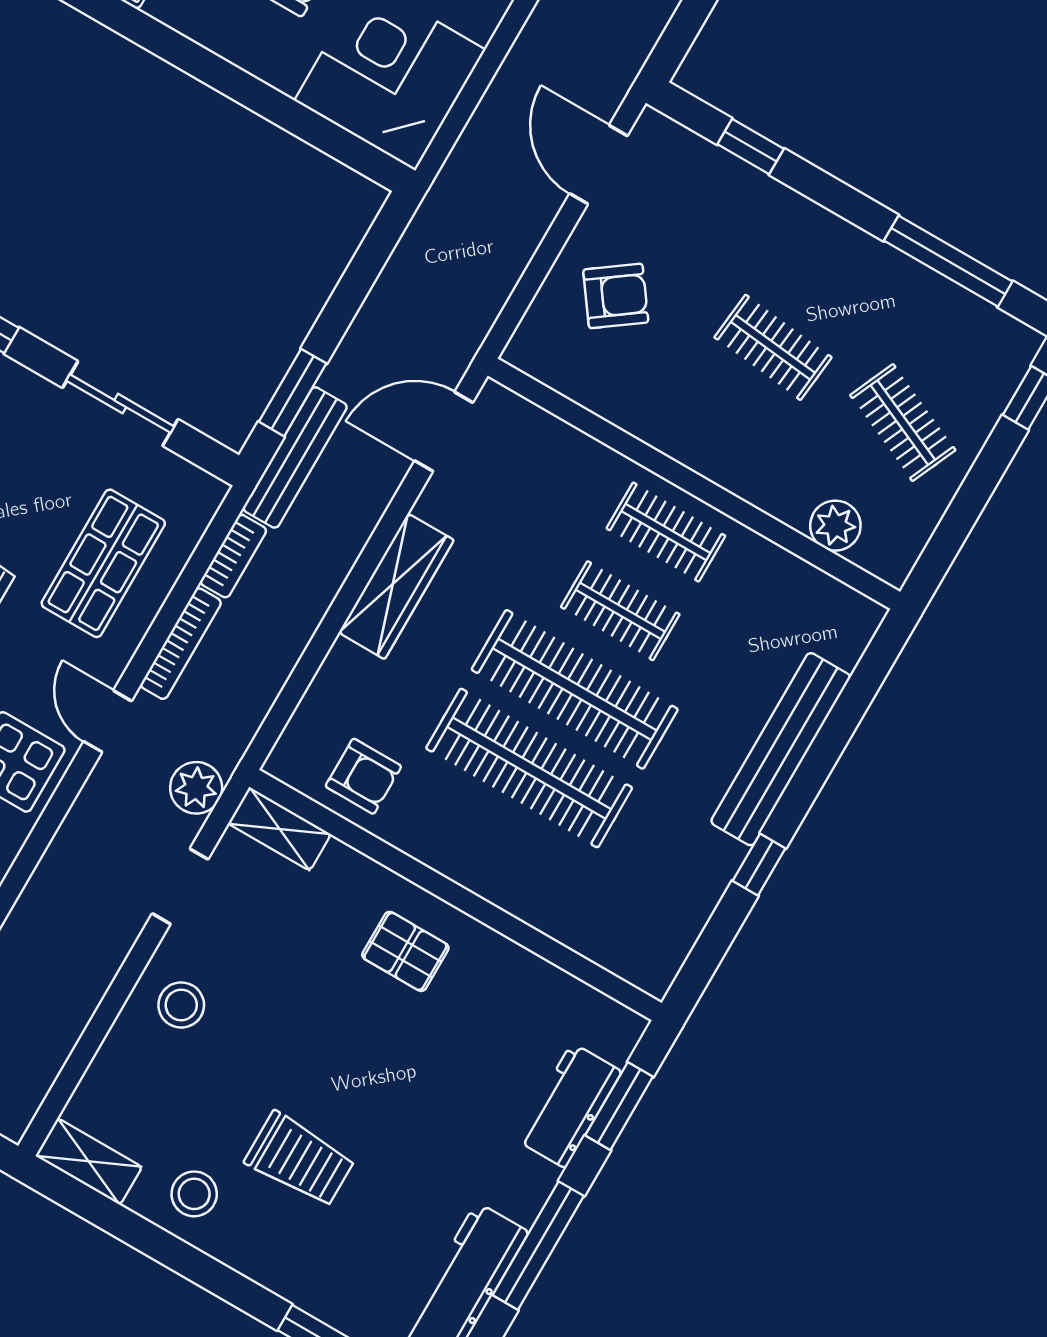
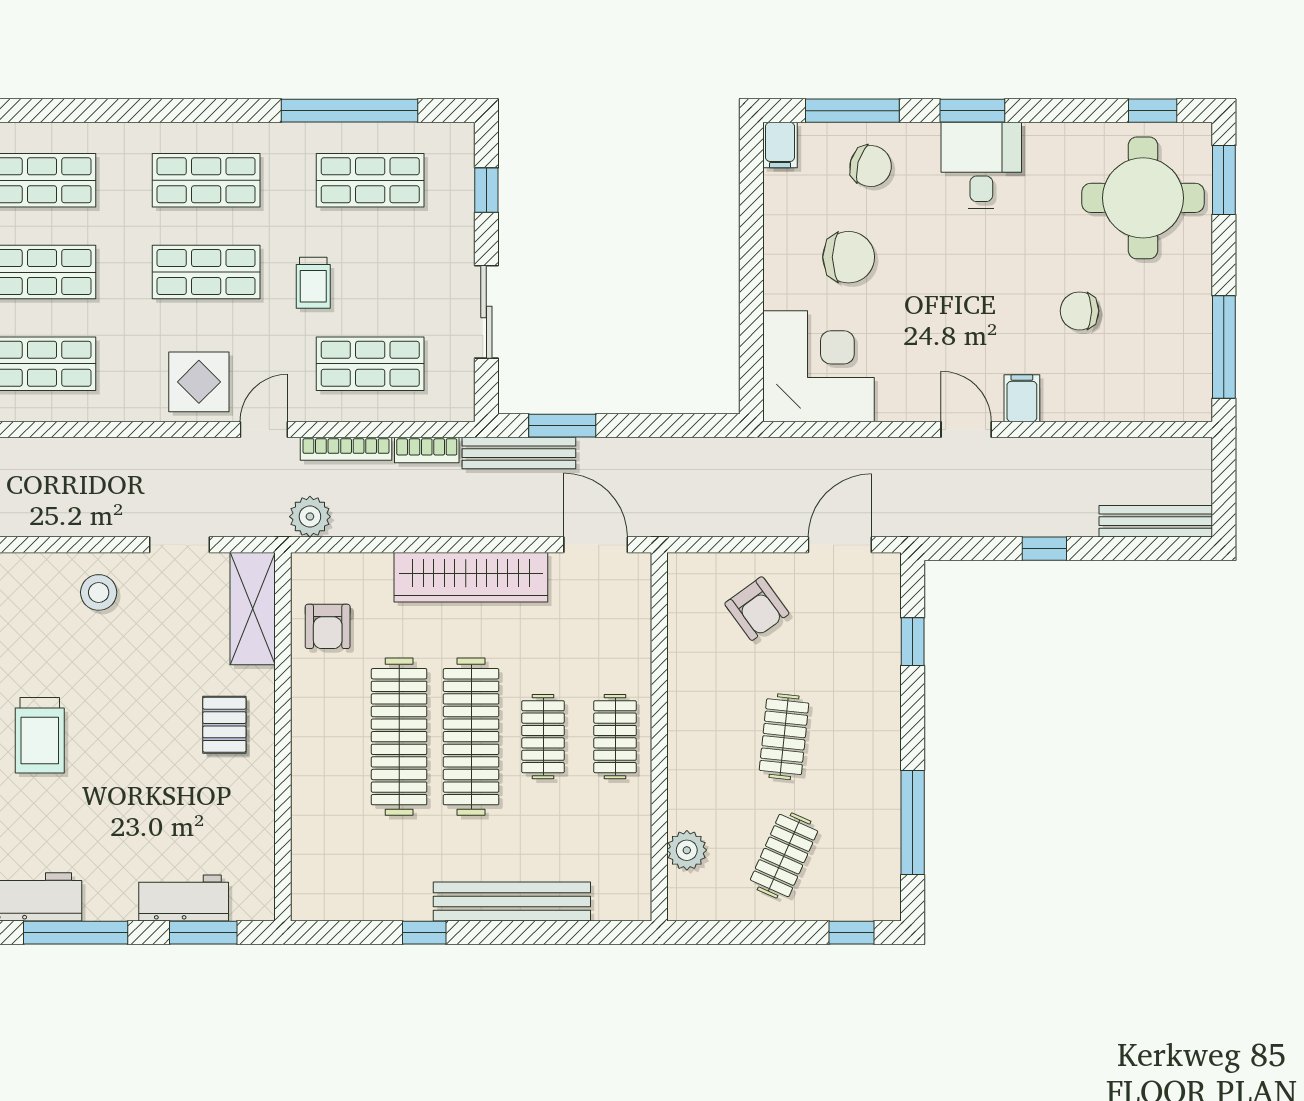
wardrobe: (396, 586) -> (471, 577), width x1.40, depth x1.17
plant: (196, 788) -> (310, 517), moved
shelving: (280, 829) -> (253, 609), width x1.50, depth x1.33

